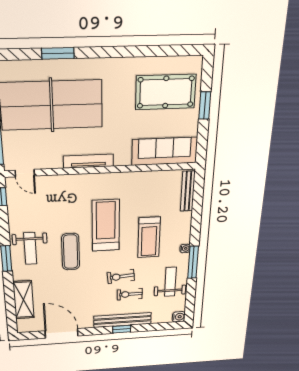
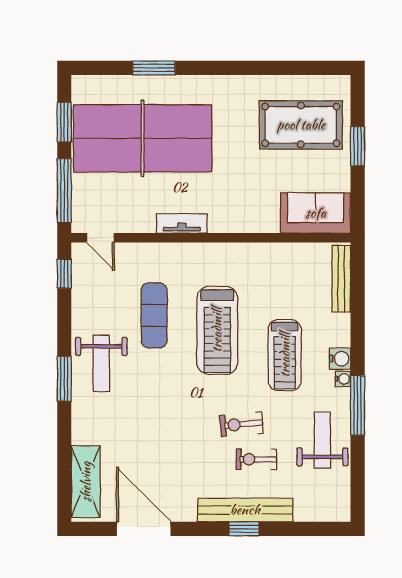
sofa: (165, 151) -> (316, 213), width x0.73
tv unit: (88, 161) -> (182, 223), width x0.71
treadmill: (106, 226) -> (217, 330), turned 180
exercise mat: (71, 252) -> (154, 315), moved
shelving: (24, 300) -> (86, 482), moved
water cooler: (179, 317) -> (340, 359), moved

